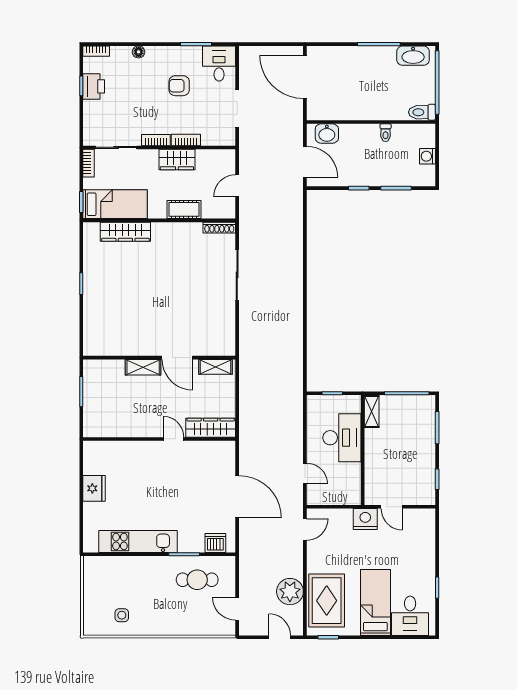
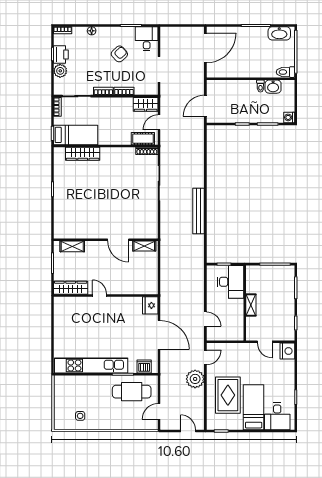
door: (305, 77) -> (205, 48), swing flipped
armchair: (179, 86) -> (119, 54), turned 137
plant: (93, 110) -> (60, 71), added
washbasin: (327, 134) -> (273, 87), moved
washing machine: (428, 156) -> (289, 117), moved
wardrobe: (177, 160) -> (146, 104), moved
door: (305, 162) -> (205, 106), swing flipped
cot: (184, 209) -> (143, 139), moved
bench: (295, 315) -> (199, 211), added
shelving: (143, 367) -> (72, 246), moved
shelving: (372, 411) -> (251, 305), moved
wardrobe: (211, 428) -> (71, 288), moved
desk: (342, 438) -> (231, 282), moved
door: (173, 439) -> (99, 295), moved
fridge: (94, 488) -> (150, 305), moved, turned 180
nightstand: (365, 519) -> (287, 351), moved, turned 90
kitchen unit: (138, 541) -> (91, 366), width x1.36
cafe table: (197, 580) -> (132, 392), width x1.37, depth x1.35
plant: (290, 592) -> (195, 379), moved
rug: (327, 601) -> (228, 395), moved
door: (237, 609) -> (159, 411), hinge flipped

